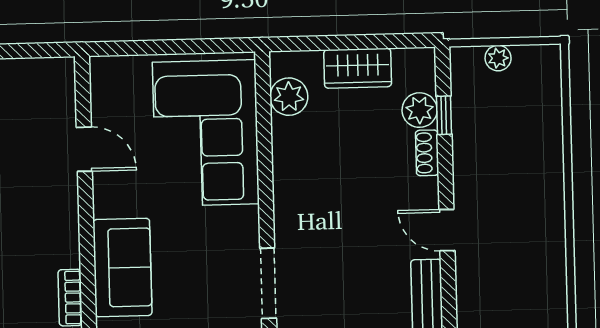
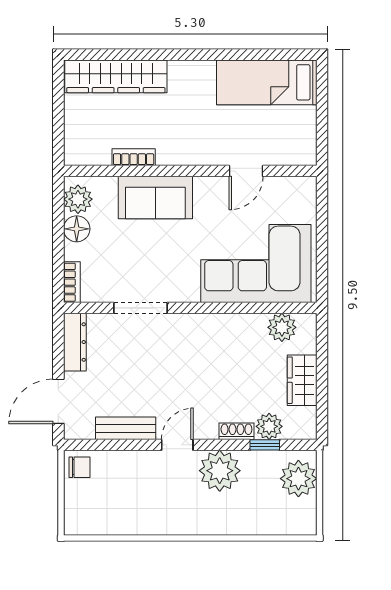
plant: (498, 58) -> (298, 479), width x1.88, depth x1.88
plant: (480, 173) -> (220, 471), added

